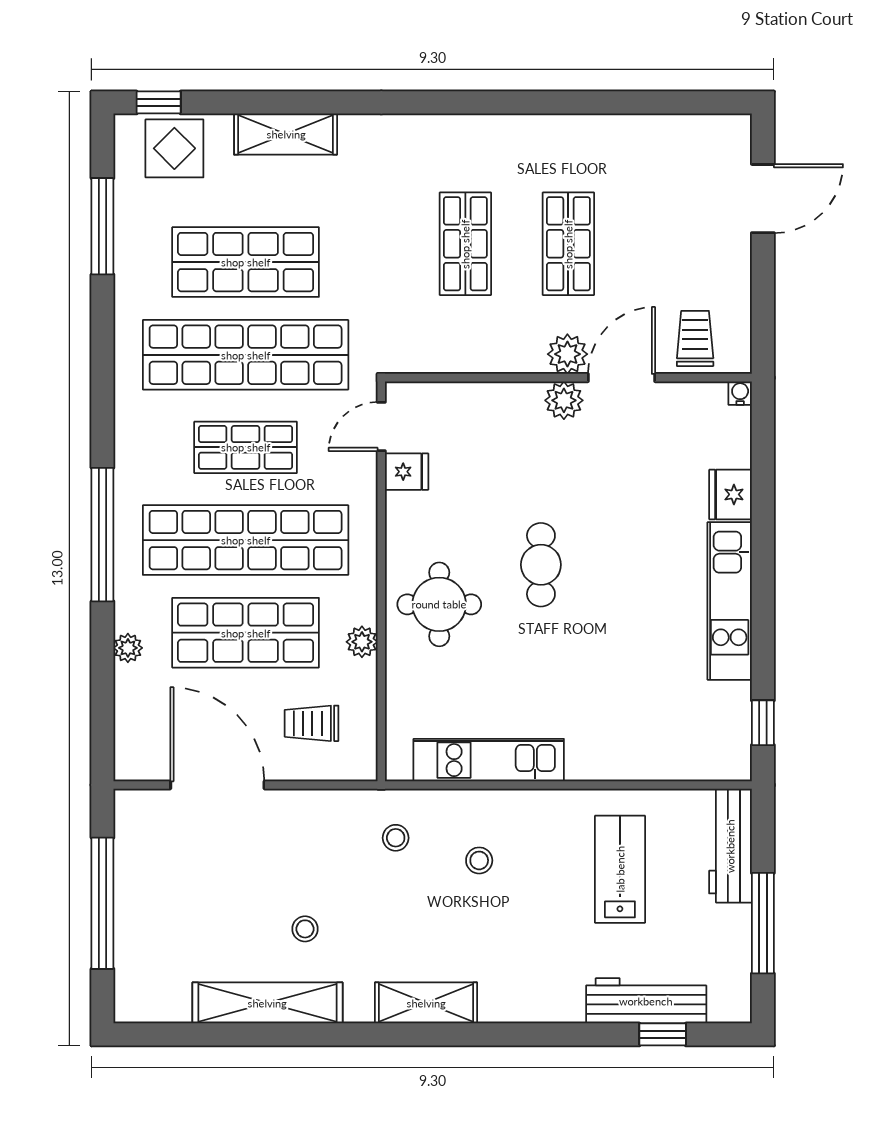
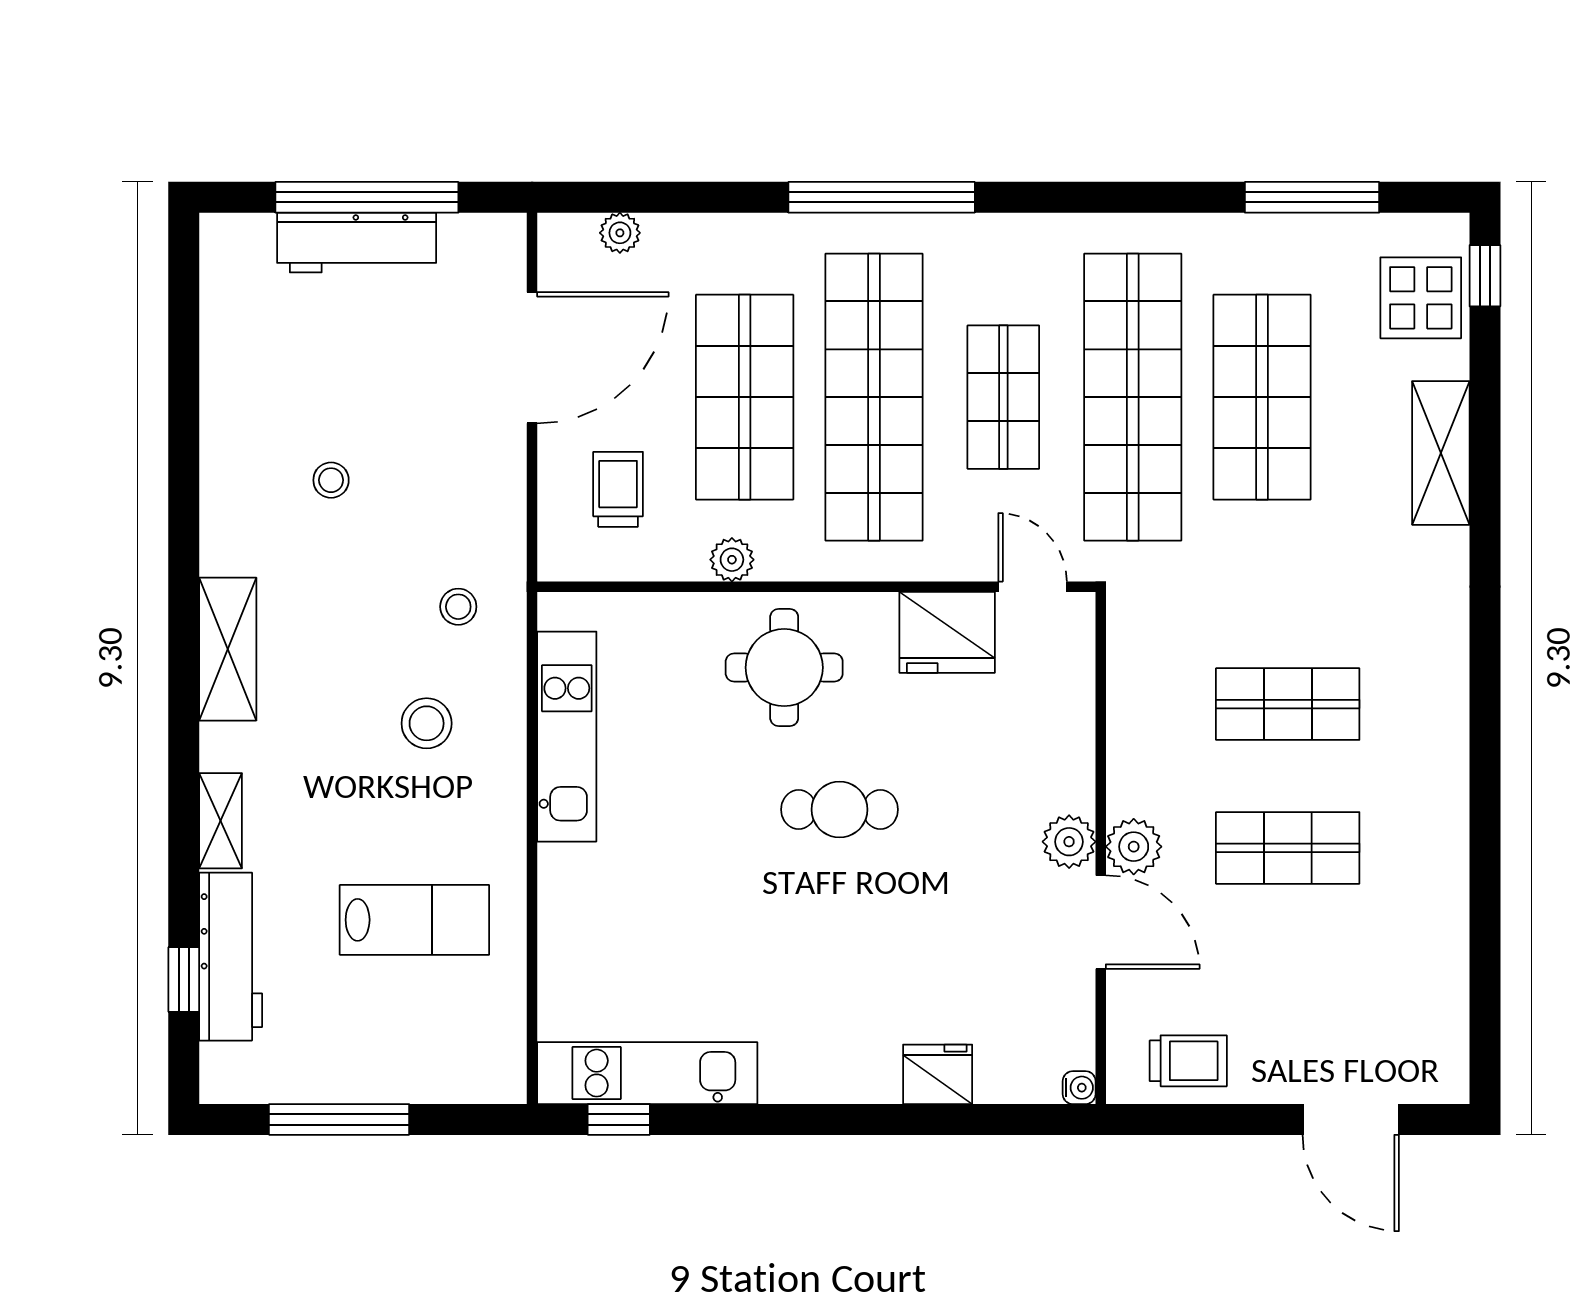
trolley: (695, 338) -> (1188, 1061), moved
fridge: (407, 472) -> (947, 632), width x1.88, depth x1.34
kitchen unit: (730, 601) -> (647, 1073), moved
plant: (128, 648) -> (620, 233), moved
workbench: (730, 846) -> (357, 243), moved, turned 180
stool: (479, 860) -> (427, 723), width x1.37, depth x1.37
shelving: (267, 1003) -> (221, 821), moved, width x0.45, depth x0.75

